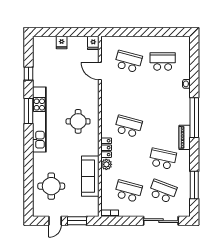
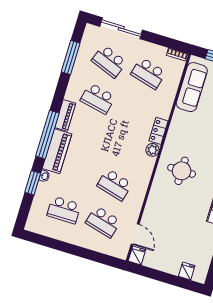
fridge: (62, 43) -> (187, 271), moved
door: (100, 71) -> (135, 234), moved
window: (194, 76) -> (33, 183), added
piano: (182, 107) -> (57, 151), added
school desk: (128, 126) -> (114, 185), moved
plant: (106, 164) -> (153, 150), moved
sofa: (90, 176) -> (192, 87), moved

